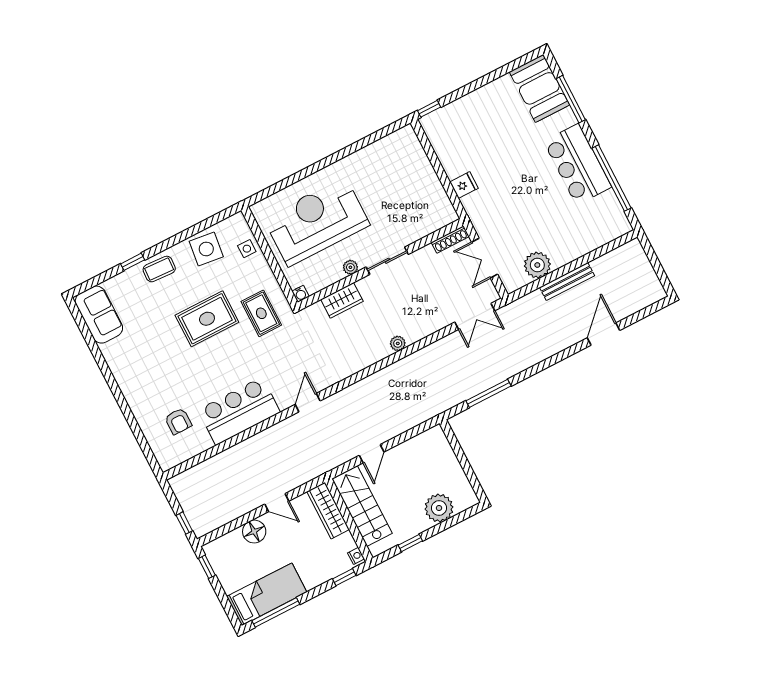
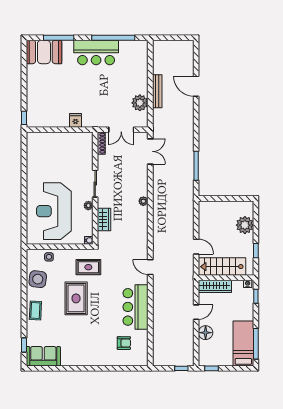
window: (133, 262) -> (24, 345), moved

